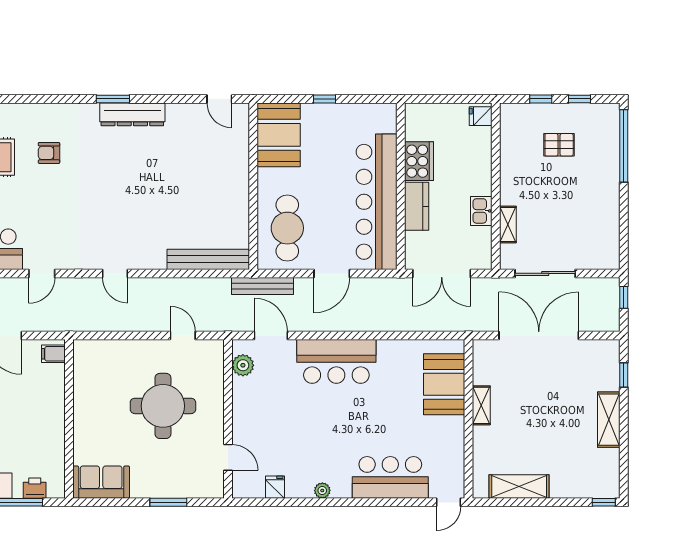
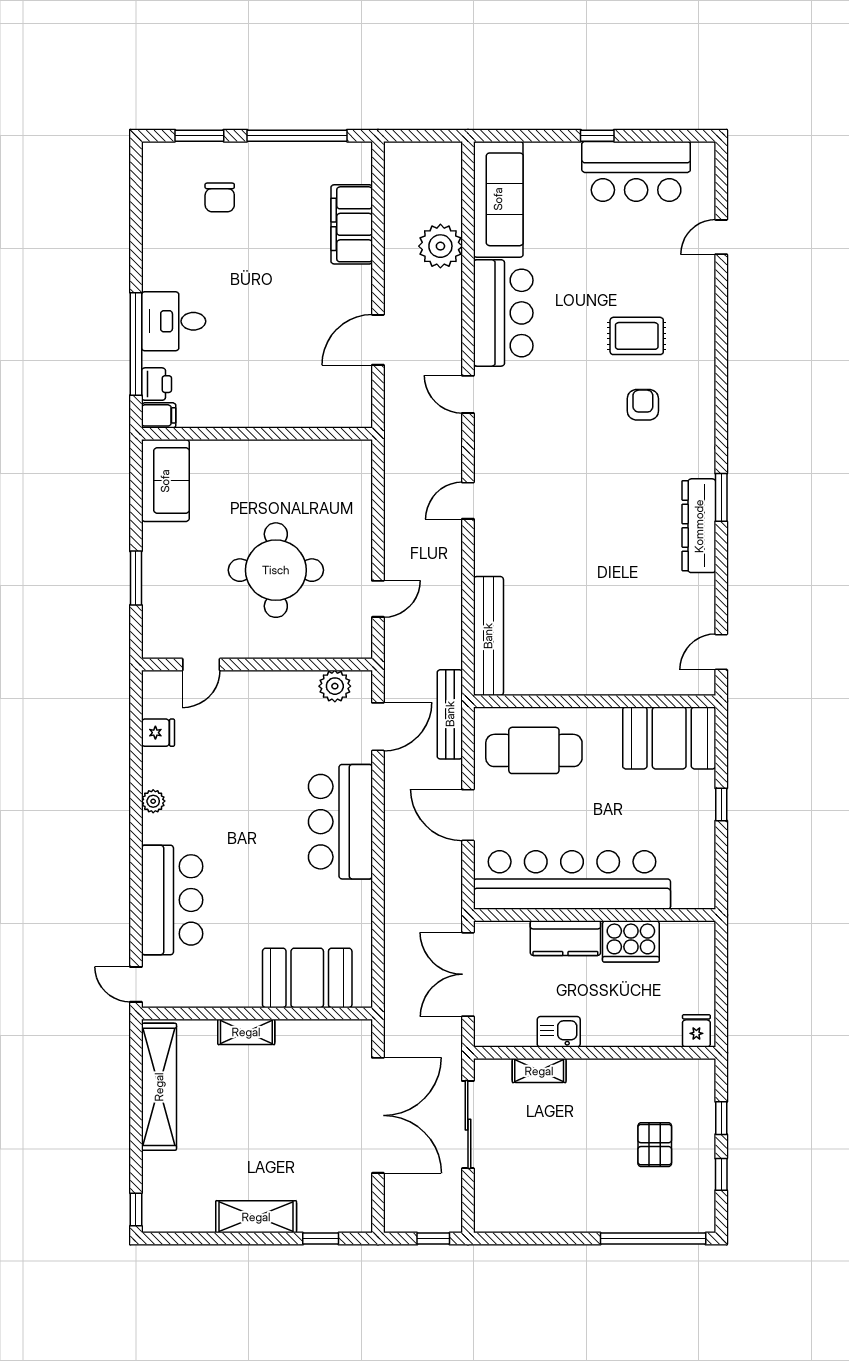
filing cabinet: (53, 354) -> (159, 415), moved, turned 90
shelving: (481, 405) -> (246, 1032), moved
shelving: (519, 487) -> (159, 1087), width x1.47

